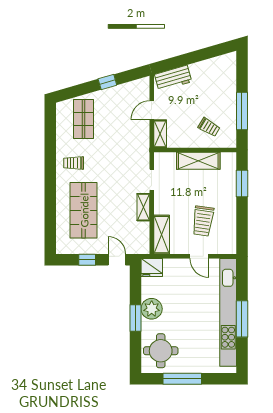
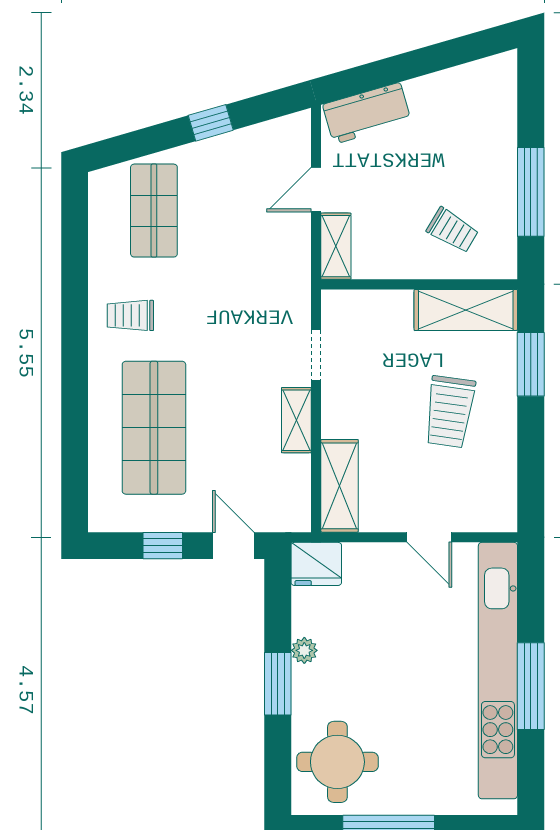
shelving: (198, 161) -> (466, 310), moved
trolley: (203, 221) -> (450, 412), moved
plant: (152, 309) -> (304, 650), width x0.53, depth x0.53

